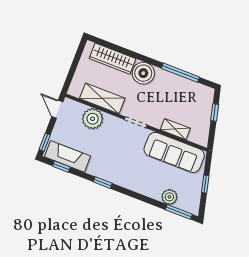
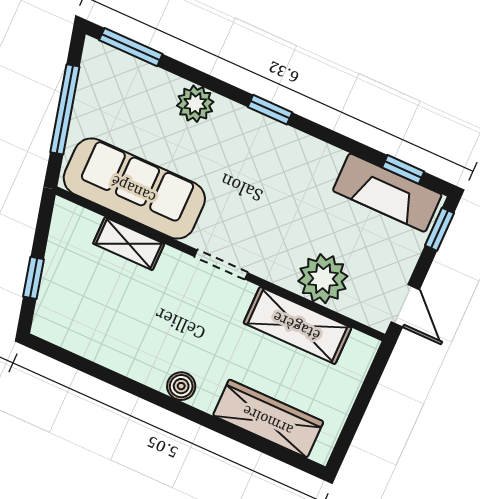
boiler: (143, 73) -> (181, 386), width x0.54, depth x0.54
window: (180, 73) -> (109, 376), removed
window: (103, 183) -> (270, 110), moved
window: (205, 184) -> (65, 109), width x2.17
plant: (169, 197) -> (195, 104), moved

